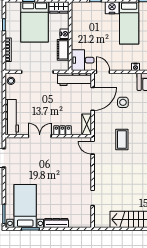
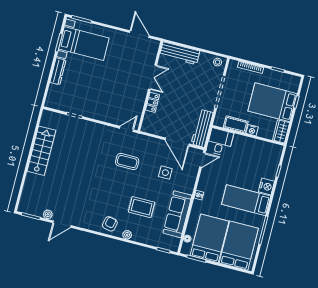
shelving: (87, 124) -> (152, 129), removed

